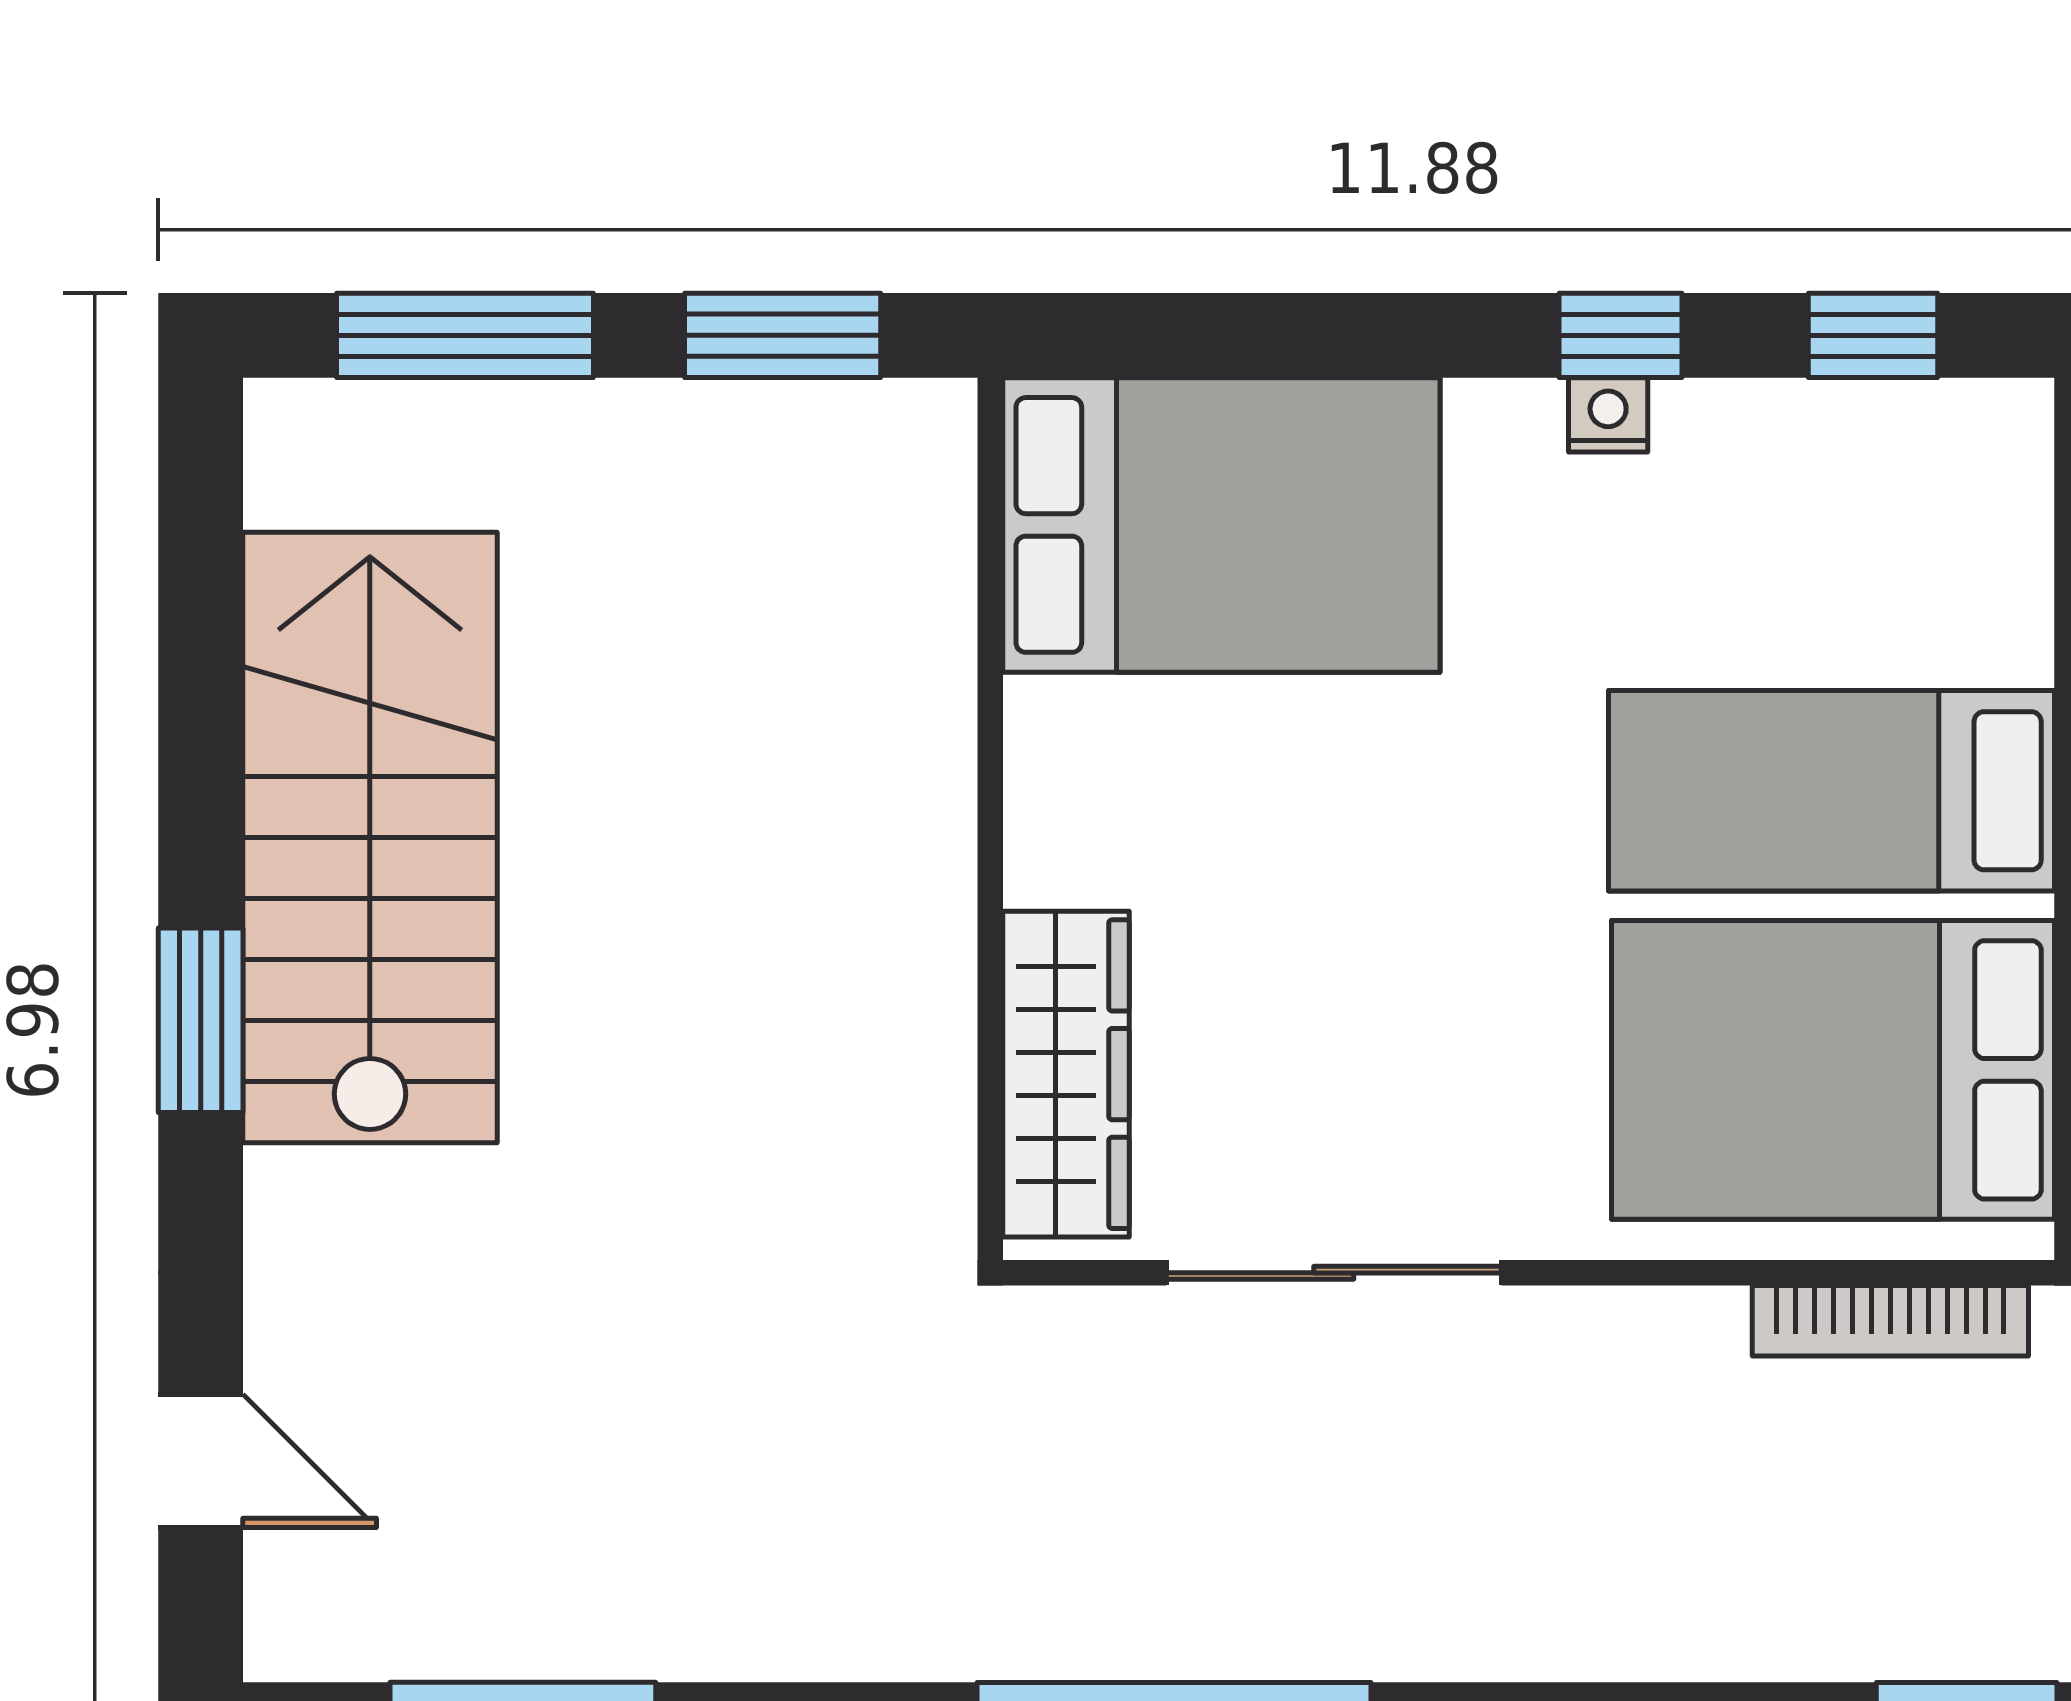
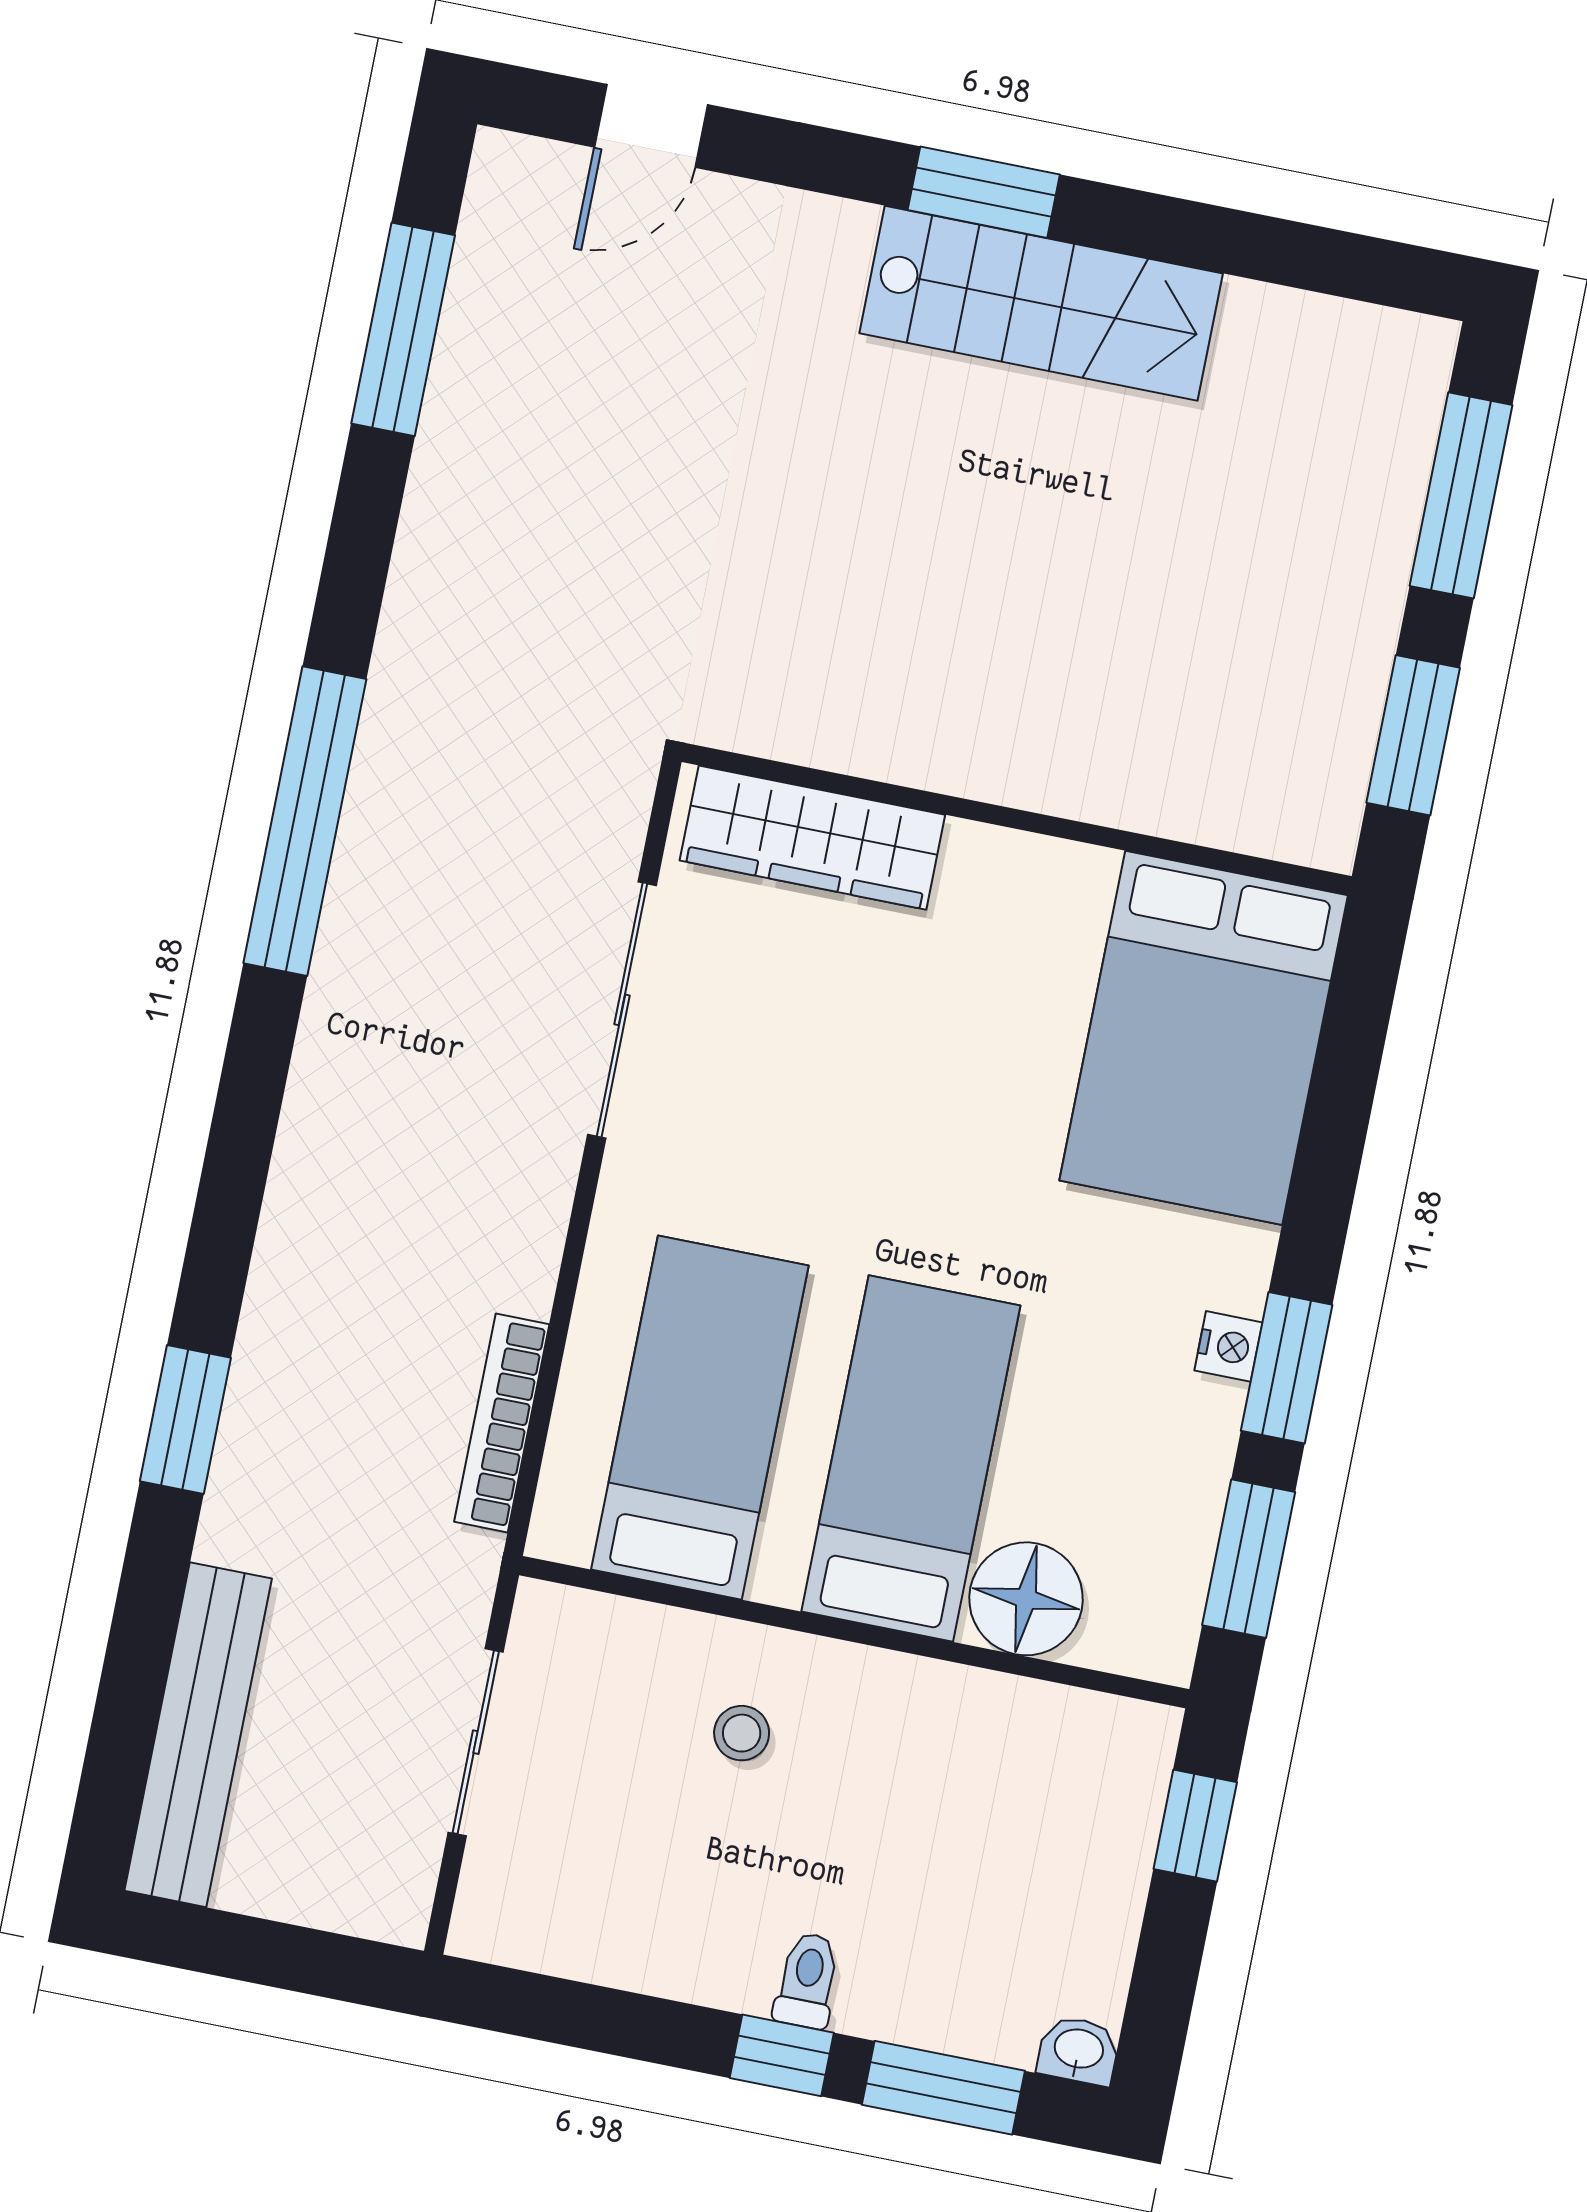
window: (1620, 335) -> (1287, 1368), width x1.50
window: (1873, 335) -> (1249, 1559), width x1.50
floor lamp: (1981, 608) -> (1026, 1599), added
stairs: (370, 838) -> (1041, 303), width x0.73, depth x0.66
bed: (1833, 1070) -> (700, 1418), width x0.67

